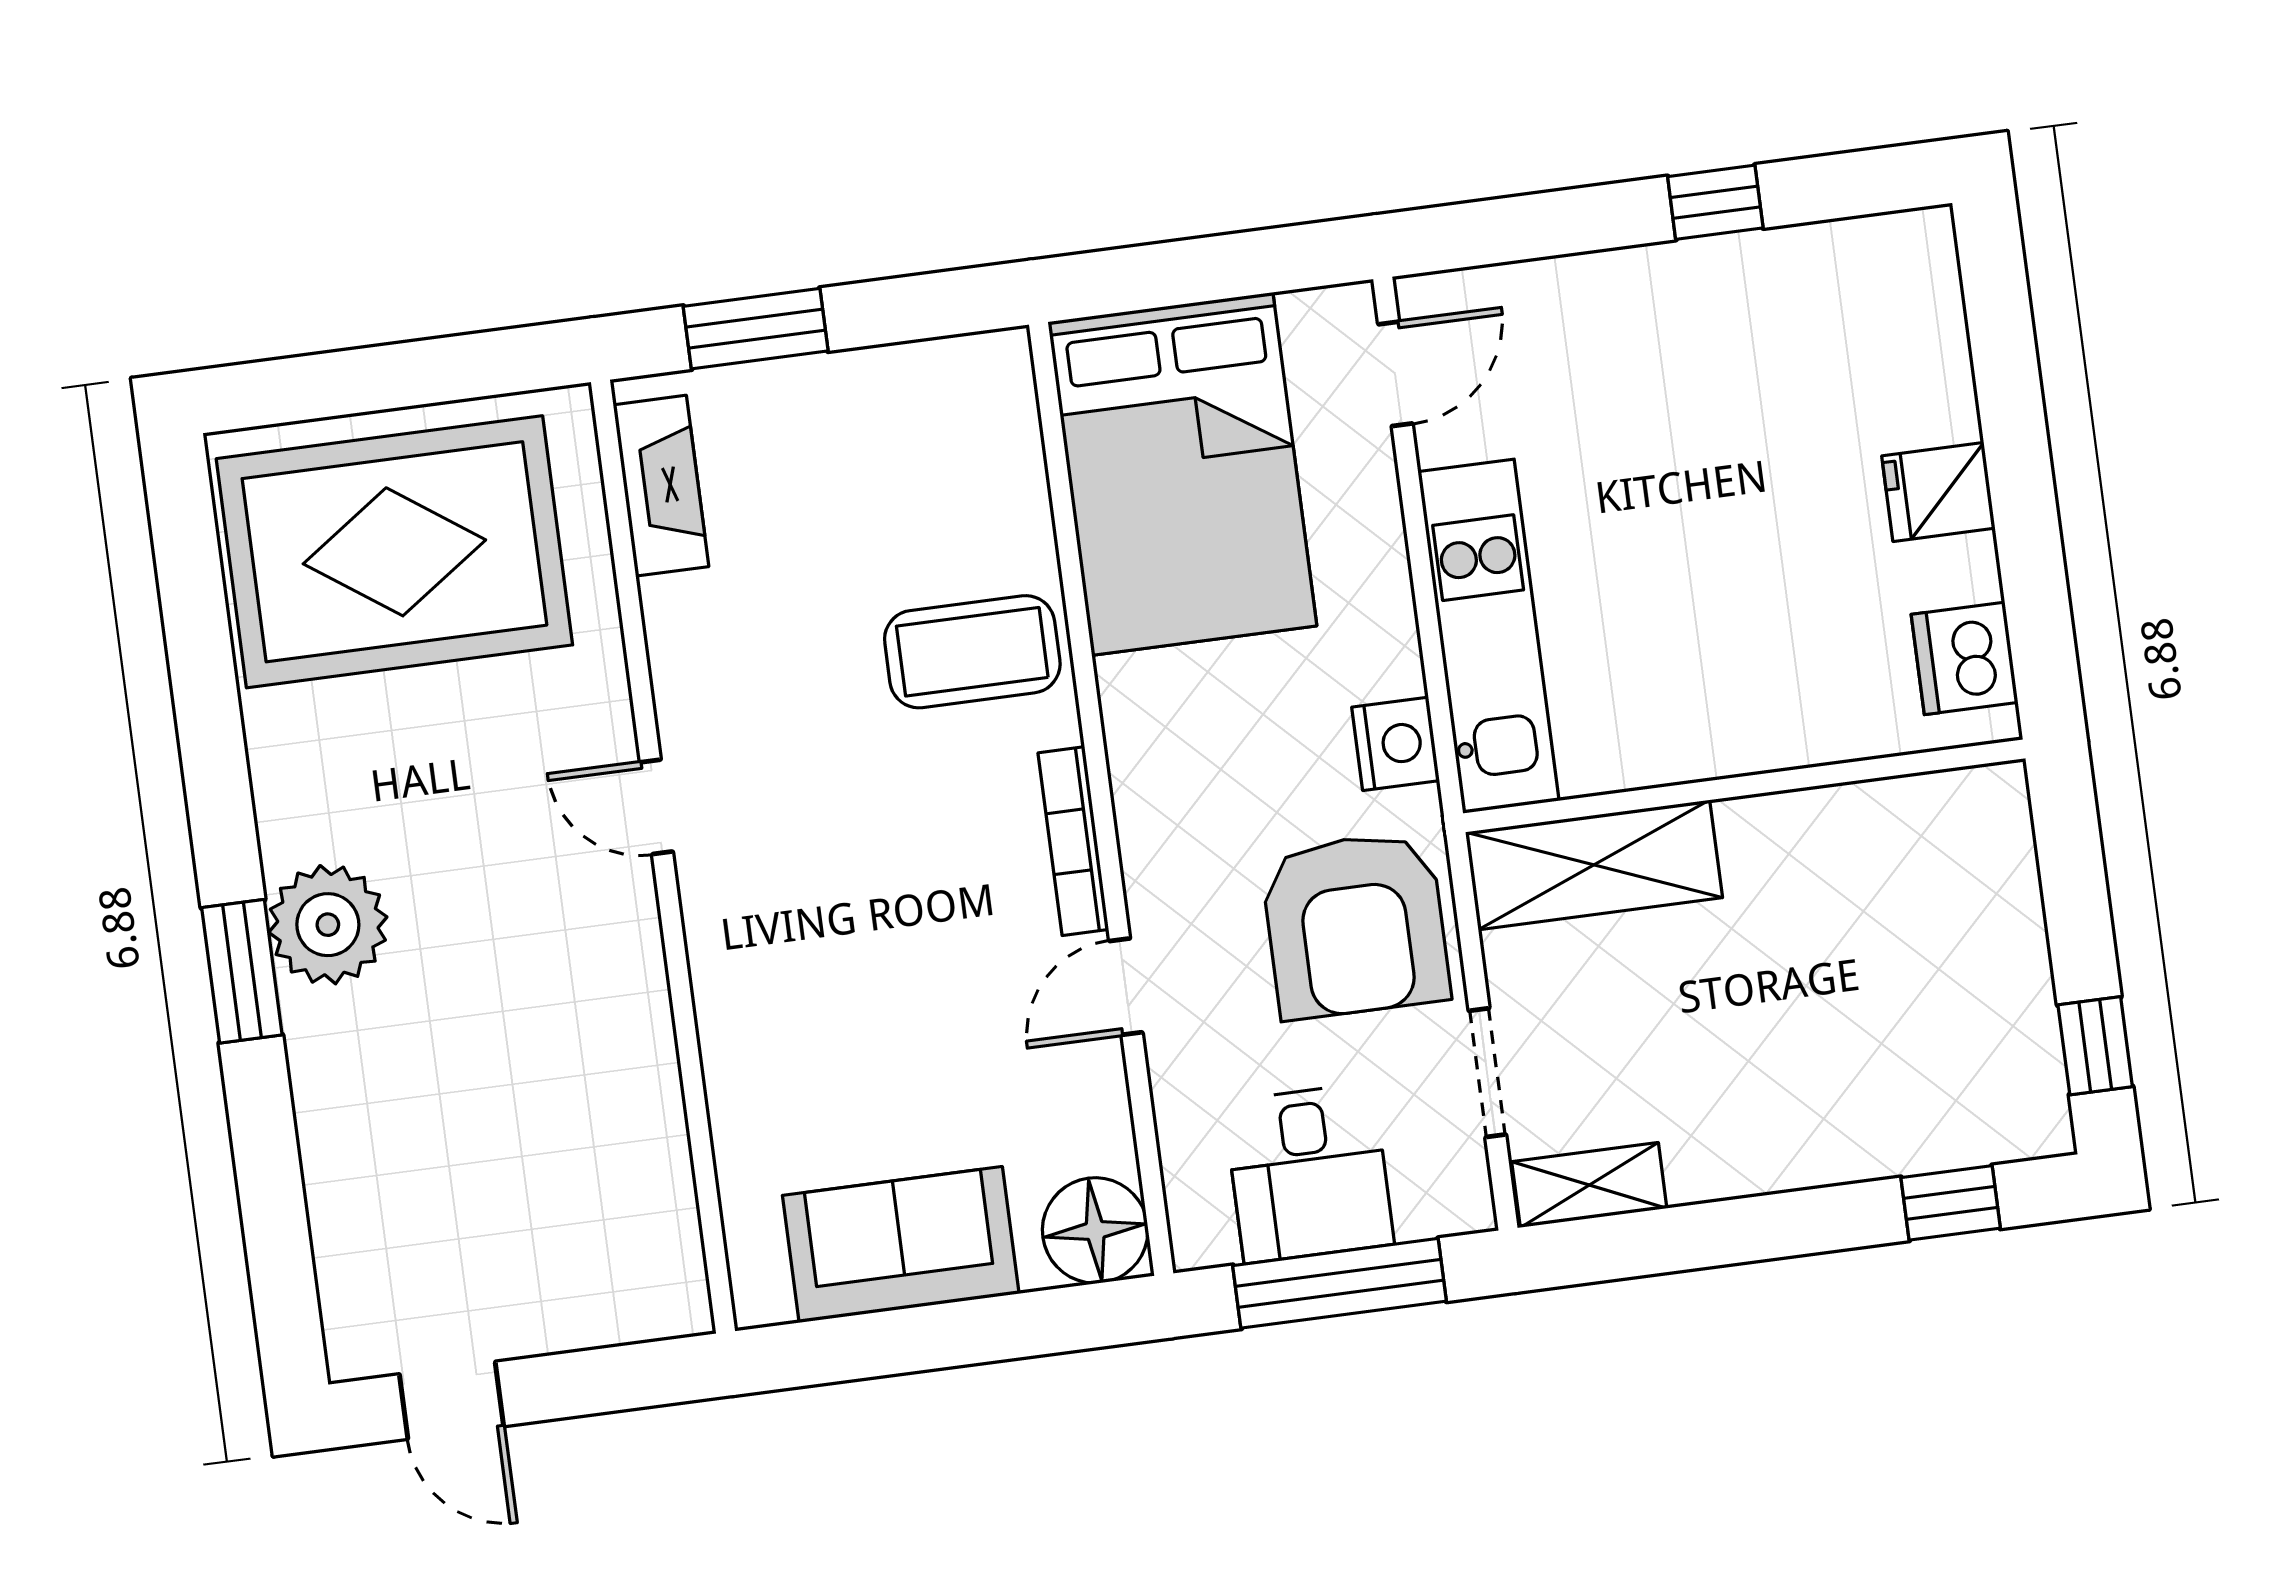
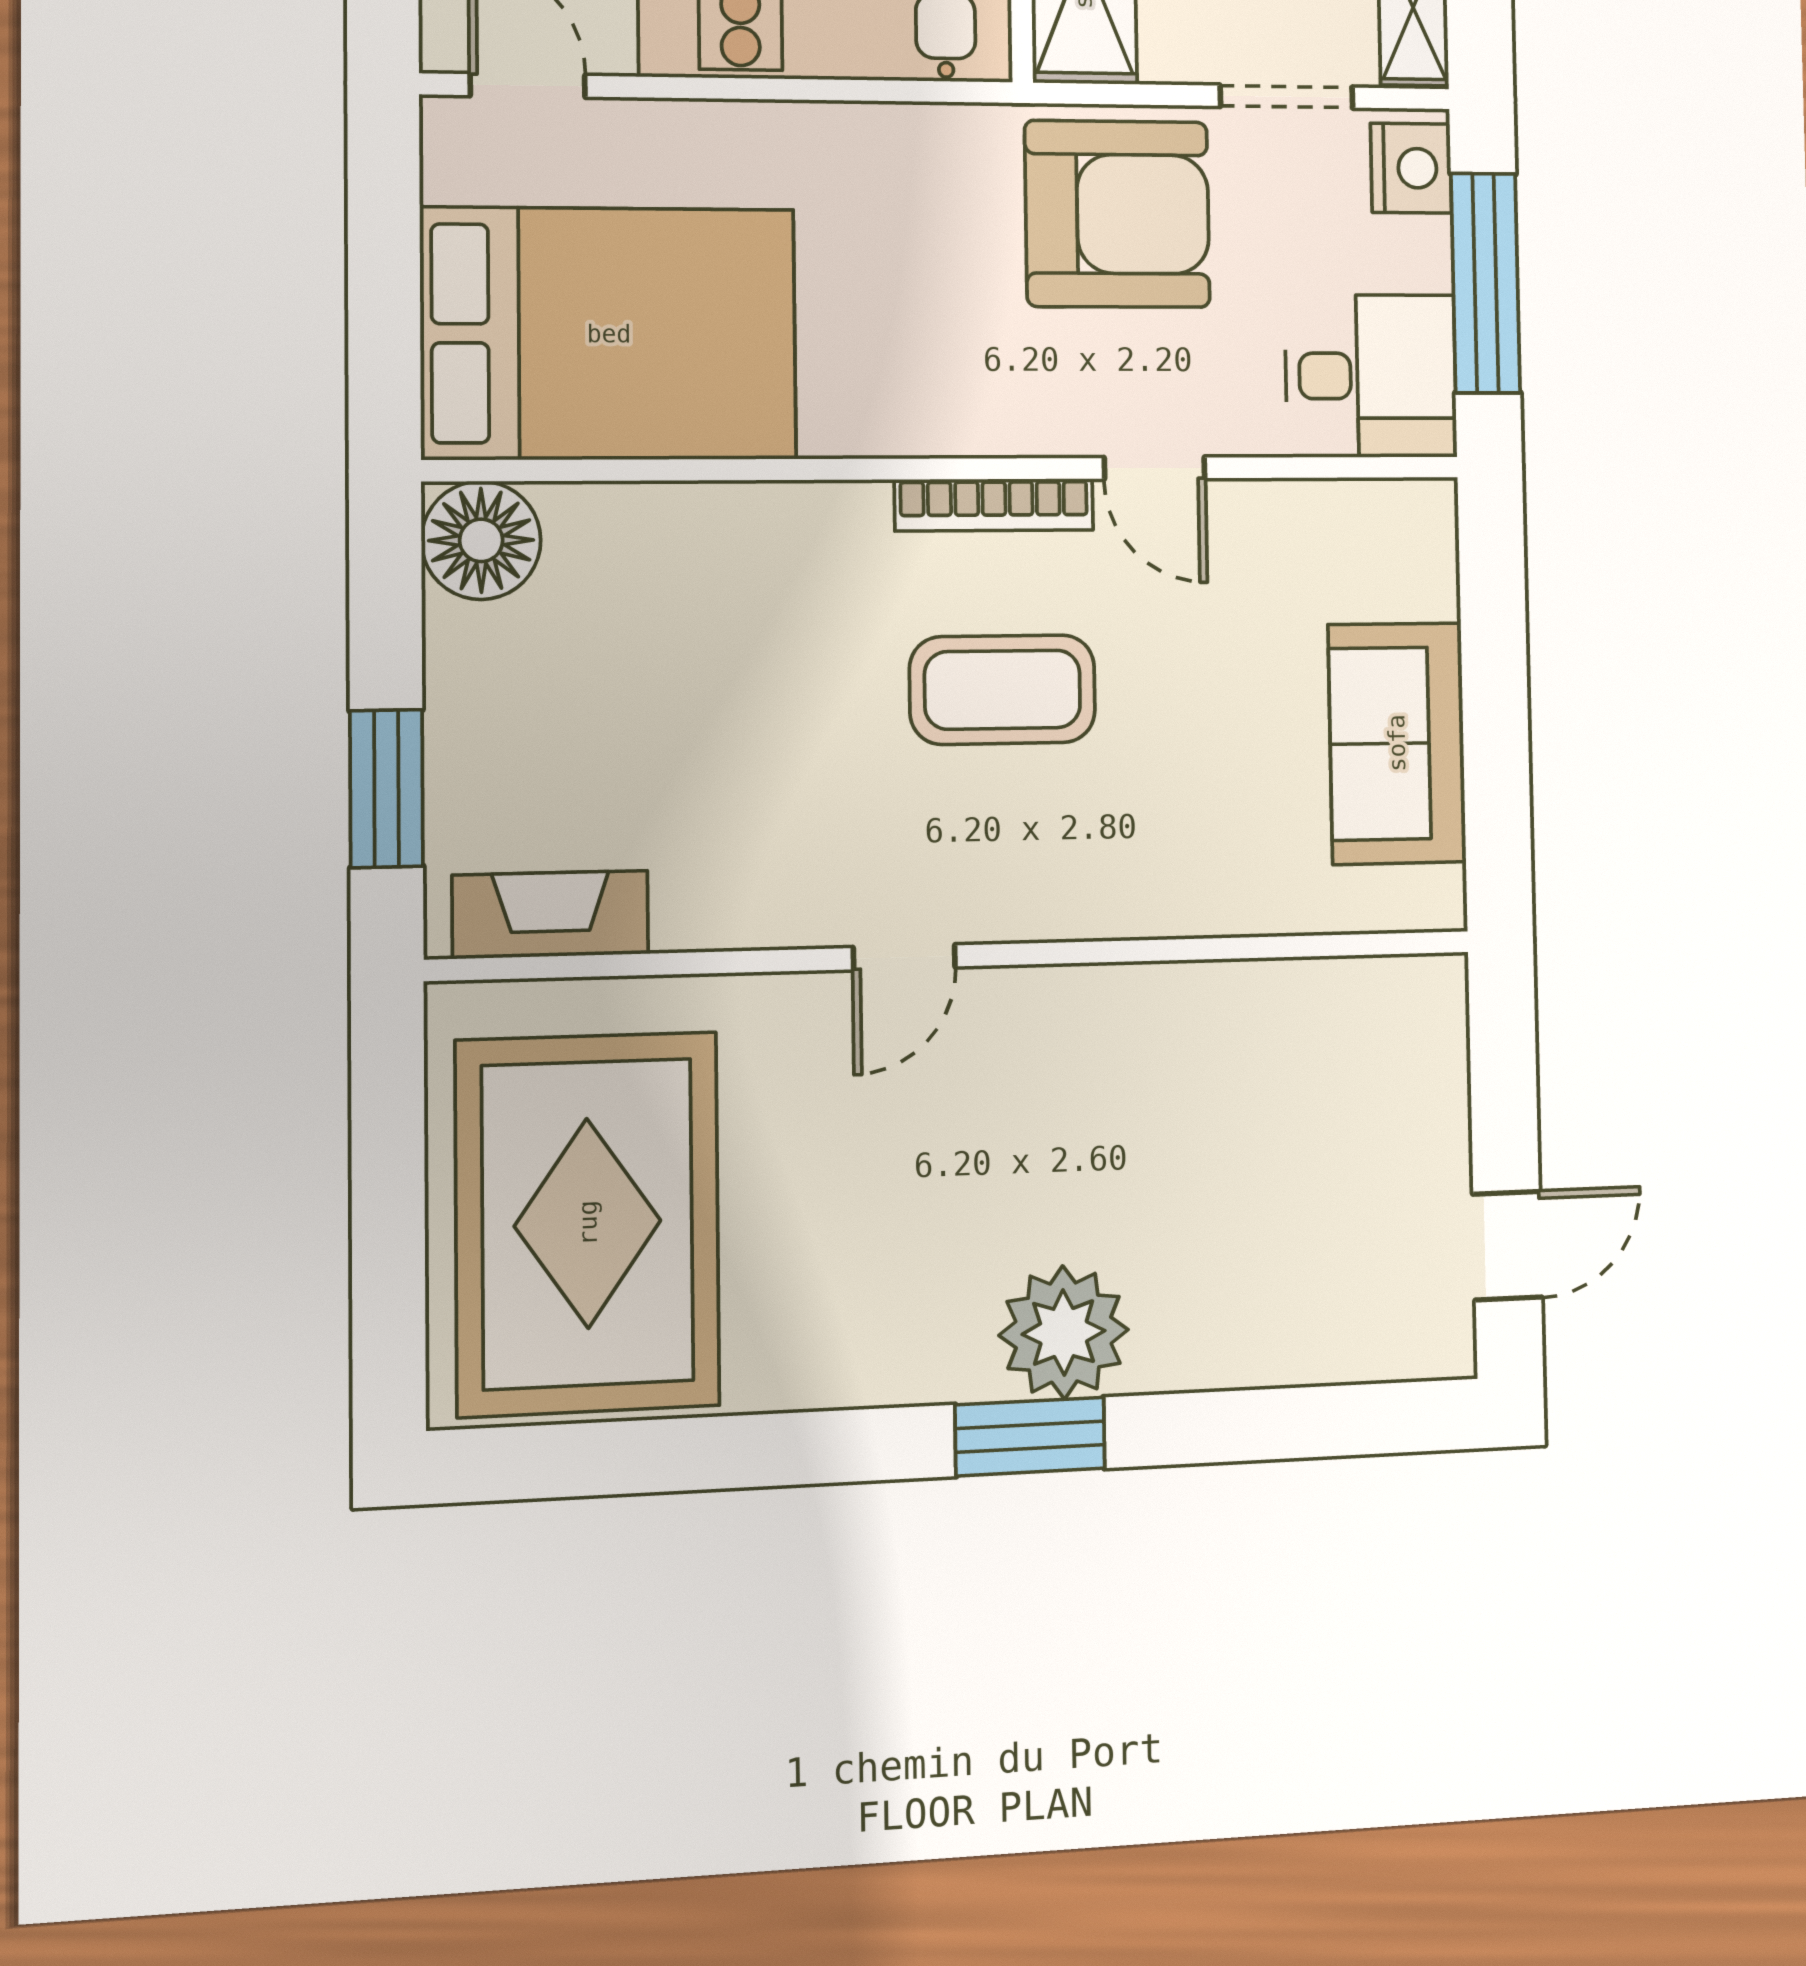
coffee table: (972, 652) -> (1002, 690), moved, turned 90
nightstand: (1396, 744) -> (1411, 168), moved, turned 90
plant: (328, 925) -> (1064, 1332), moved
desk: (1309, 1173) -> (1371, 376), moved
floor lamp: (1095, 1230) -> (481, 540), moved

